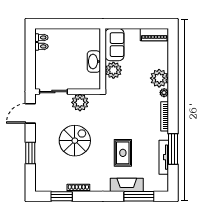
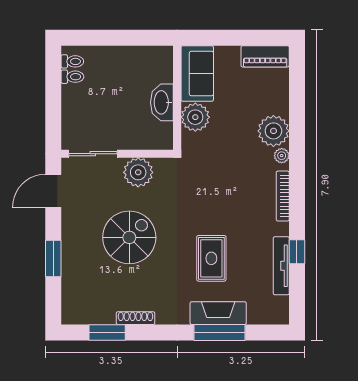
window: (173, 149) -> (297, 252), width x0.46
window: (139, 196) -> (219, 332), moved

